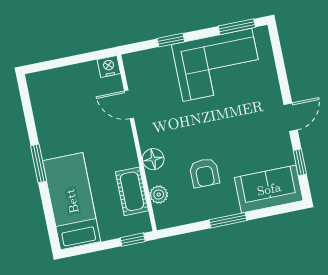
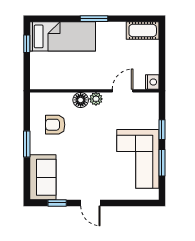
window: (237, 27) -> (162, 163), moved
armchair: (204, 173) -> (55, 125), moved
cot: (132, 191) -> (143, 30), moved
plant: (159, 195) -> (96, 99), moved
window: (133, 240) -> (27, 44), moved

